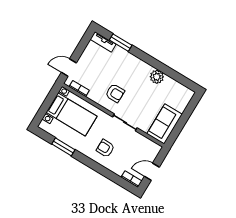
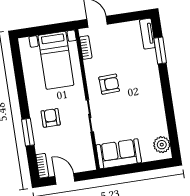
plant: (157, 77) -> (162, 145), moved
armchair: (115, 93) -> (109, 84), turned -92
window: (63, 147) -> (28, 132), moved

